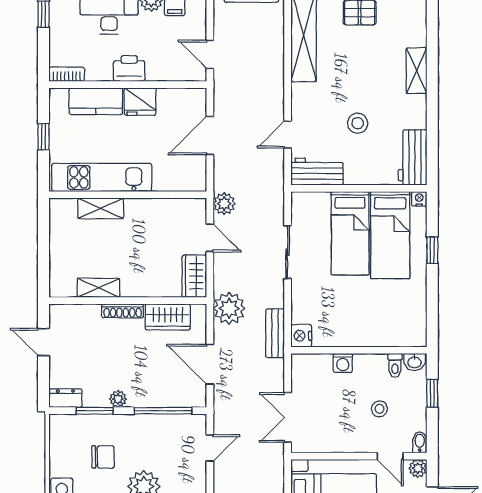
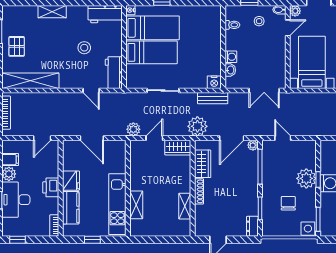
washbasin: (415, 362) -> (230, 70), moved
plant: (118, 399) -> (253, 145), moved
stool: (379, 409) -> (259, 21), moved

